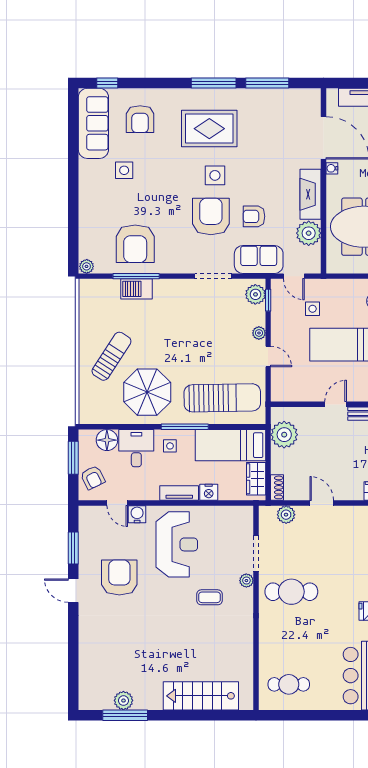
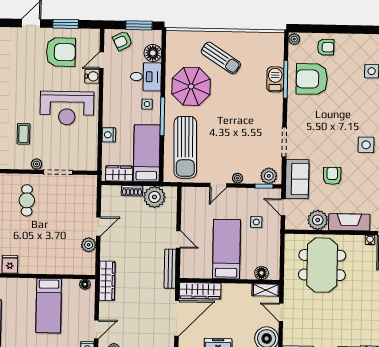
armchair: (211, 216) -> (326, 47), moved, width x0.53, depth x0.53
door: (294, 276) -> (283, 207), hinge flipped
shoe rack: (277, 487) -> (132, 191), moved
tv unit: (179, 493) -> (109, 111), removed
plant: (286, 515) -> (89, 245), moved
armchair: (119, 577) -> (61, 52), moved
cafe table: (291, 592) -> (27, 200), width x0.73, depth x0.74

